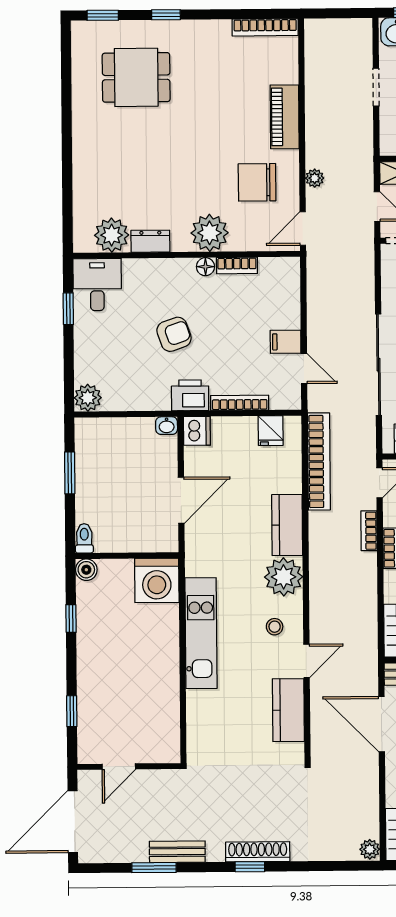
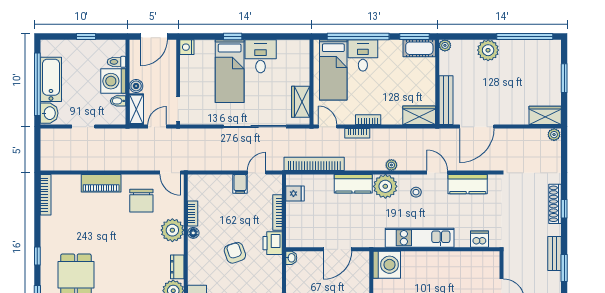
plant: (315, 178) -> (391, 165), moved
dishwasher: (197, 431) -> (480, 239), moved
door: (181, 500) -> (337, 249), swing flipped

